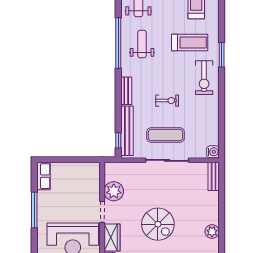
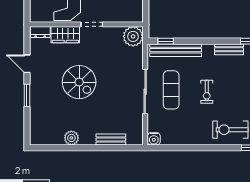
bench: (126, 91) -> (229, 49), moved
bench: (214, 176) -> (111, 140), moved
plant: (114, 191) -> (133, 36), moved
spiral stairs: (158, 224) -> (79, 82), turned -90

